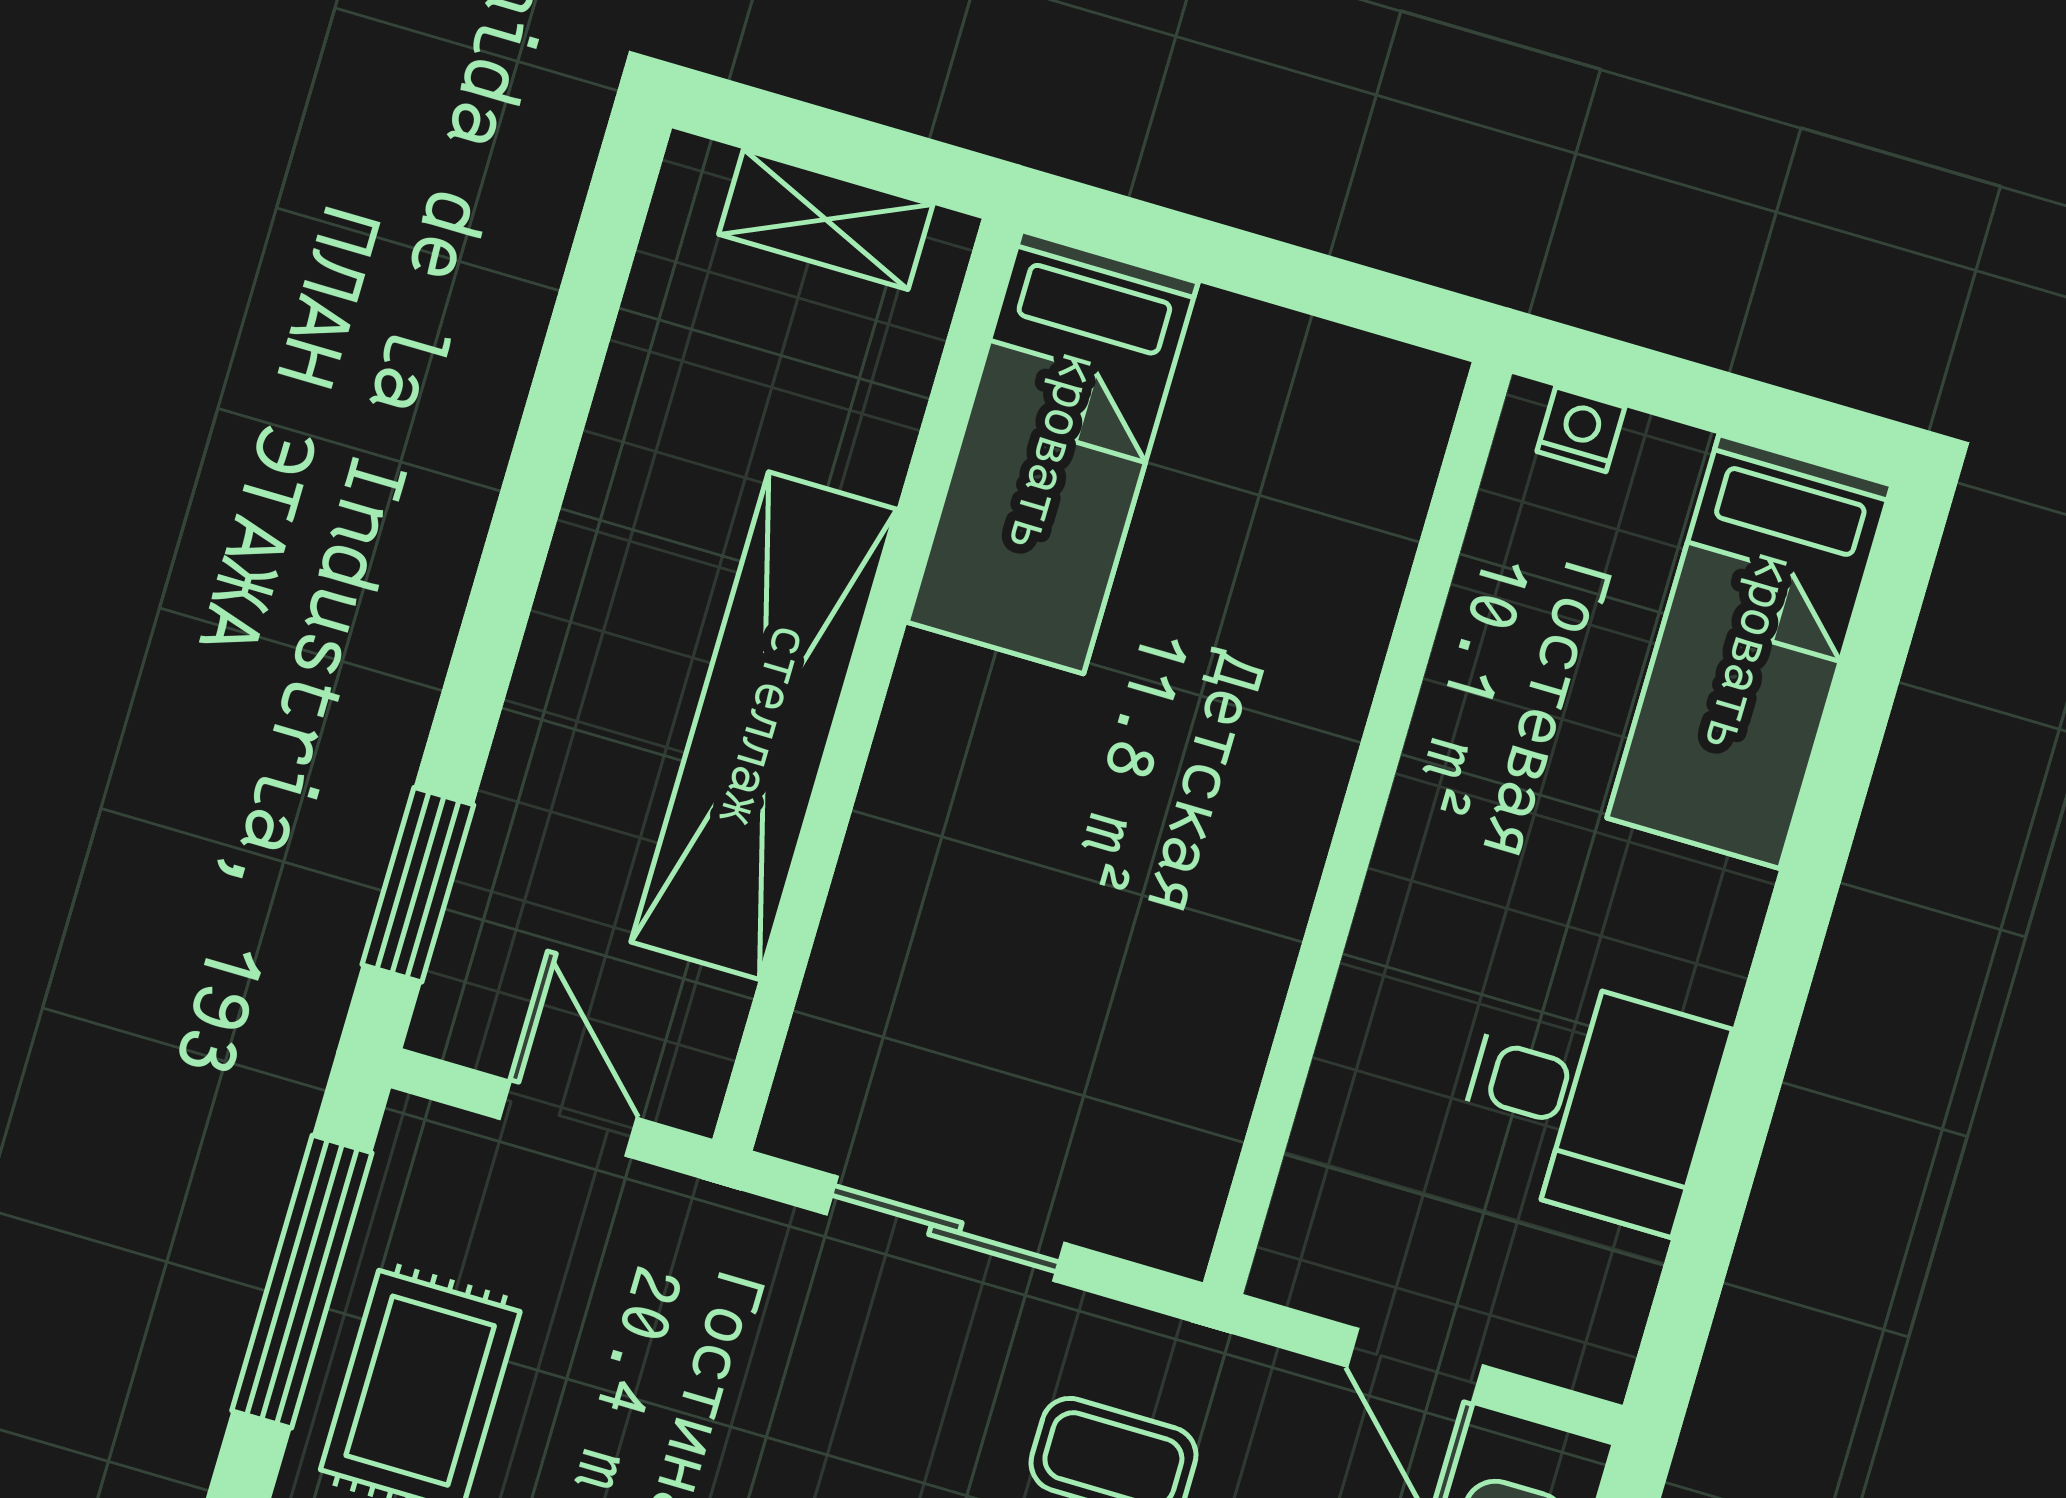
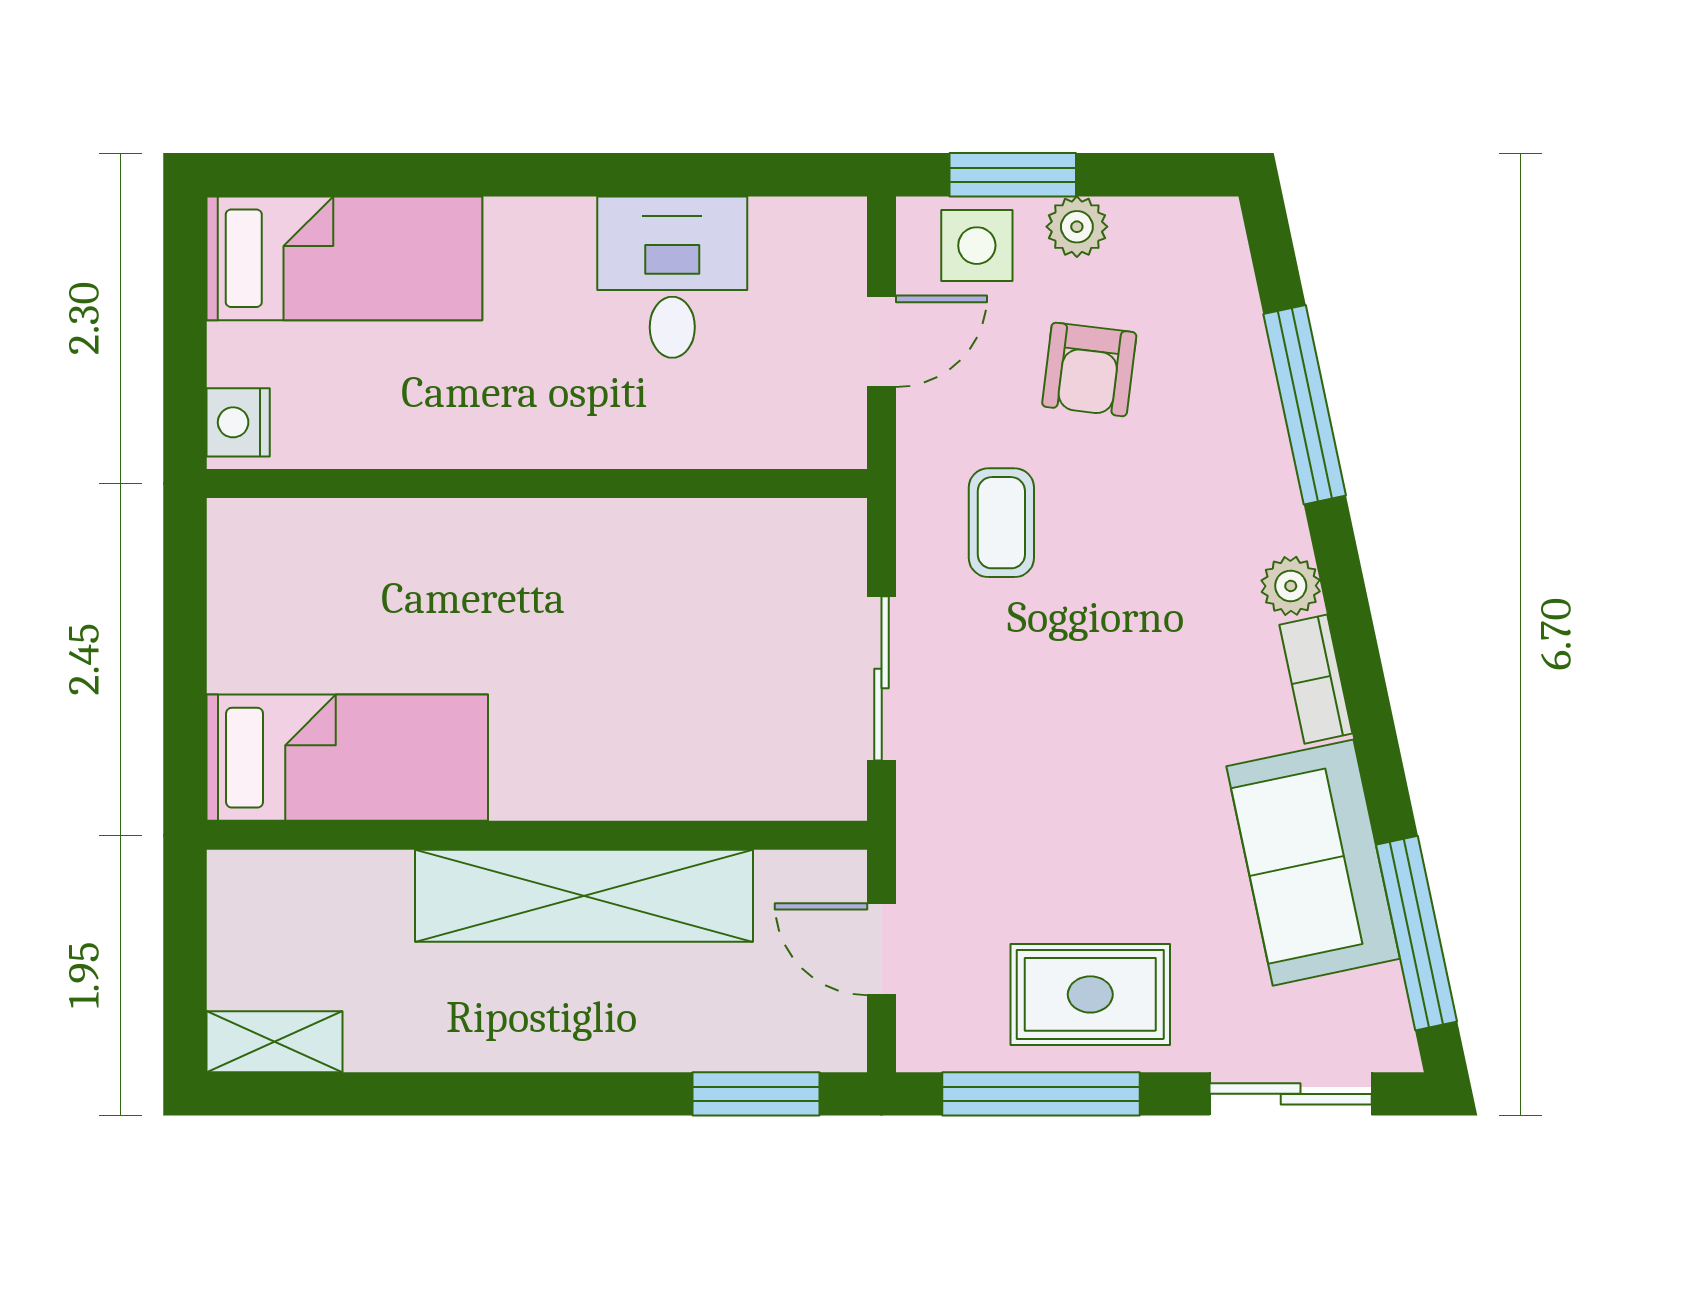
shelving: (826, 219) -> (274, 1042), moved, turned 90
nightstand: (1581, 429) -> (238, 422), width x1.39, depth x1.35
door: (568, 1118) -> (882, 949), hinge flipped

